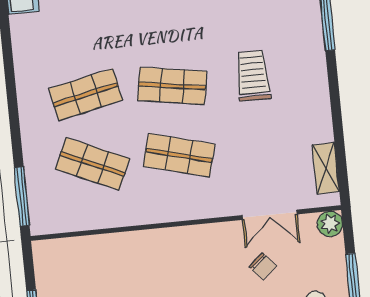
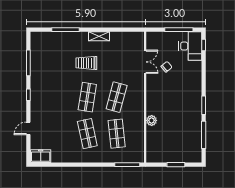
shop shelf: (93, 164) -> (117, 134), turned -30
shelving: (326, 168) -> (99, 36), moved
plant: (330, 224) -> (152, 120), moved

